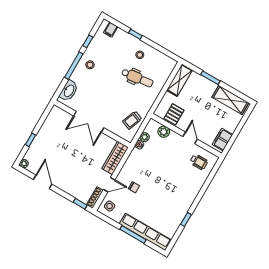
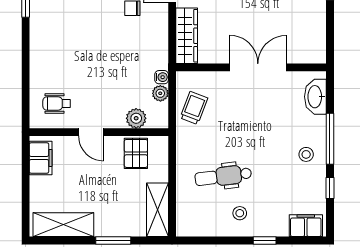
filing cabinet: (111, 30) -> (306, 226), width x2.00

